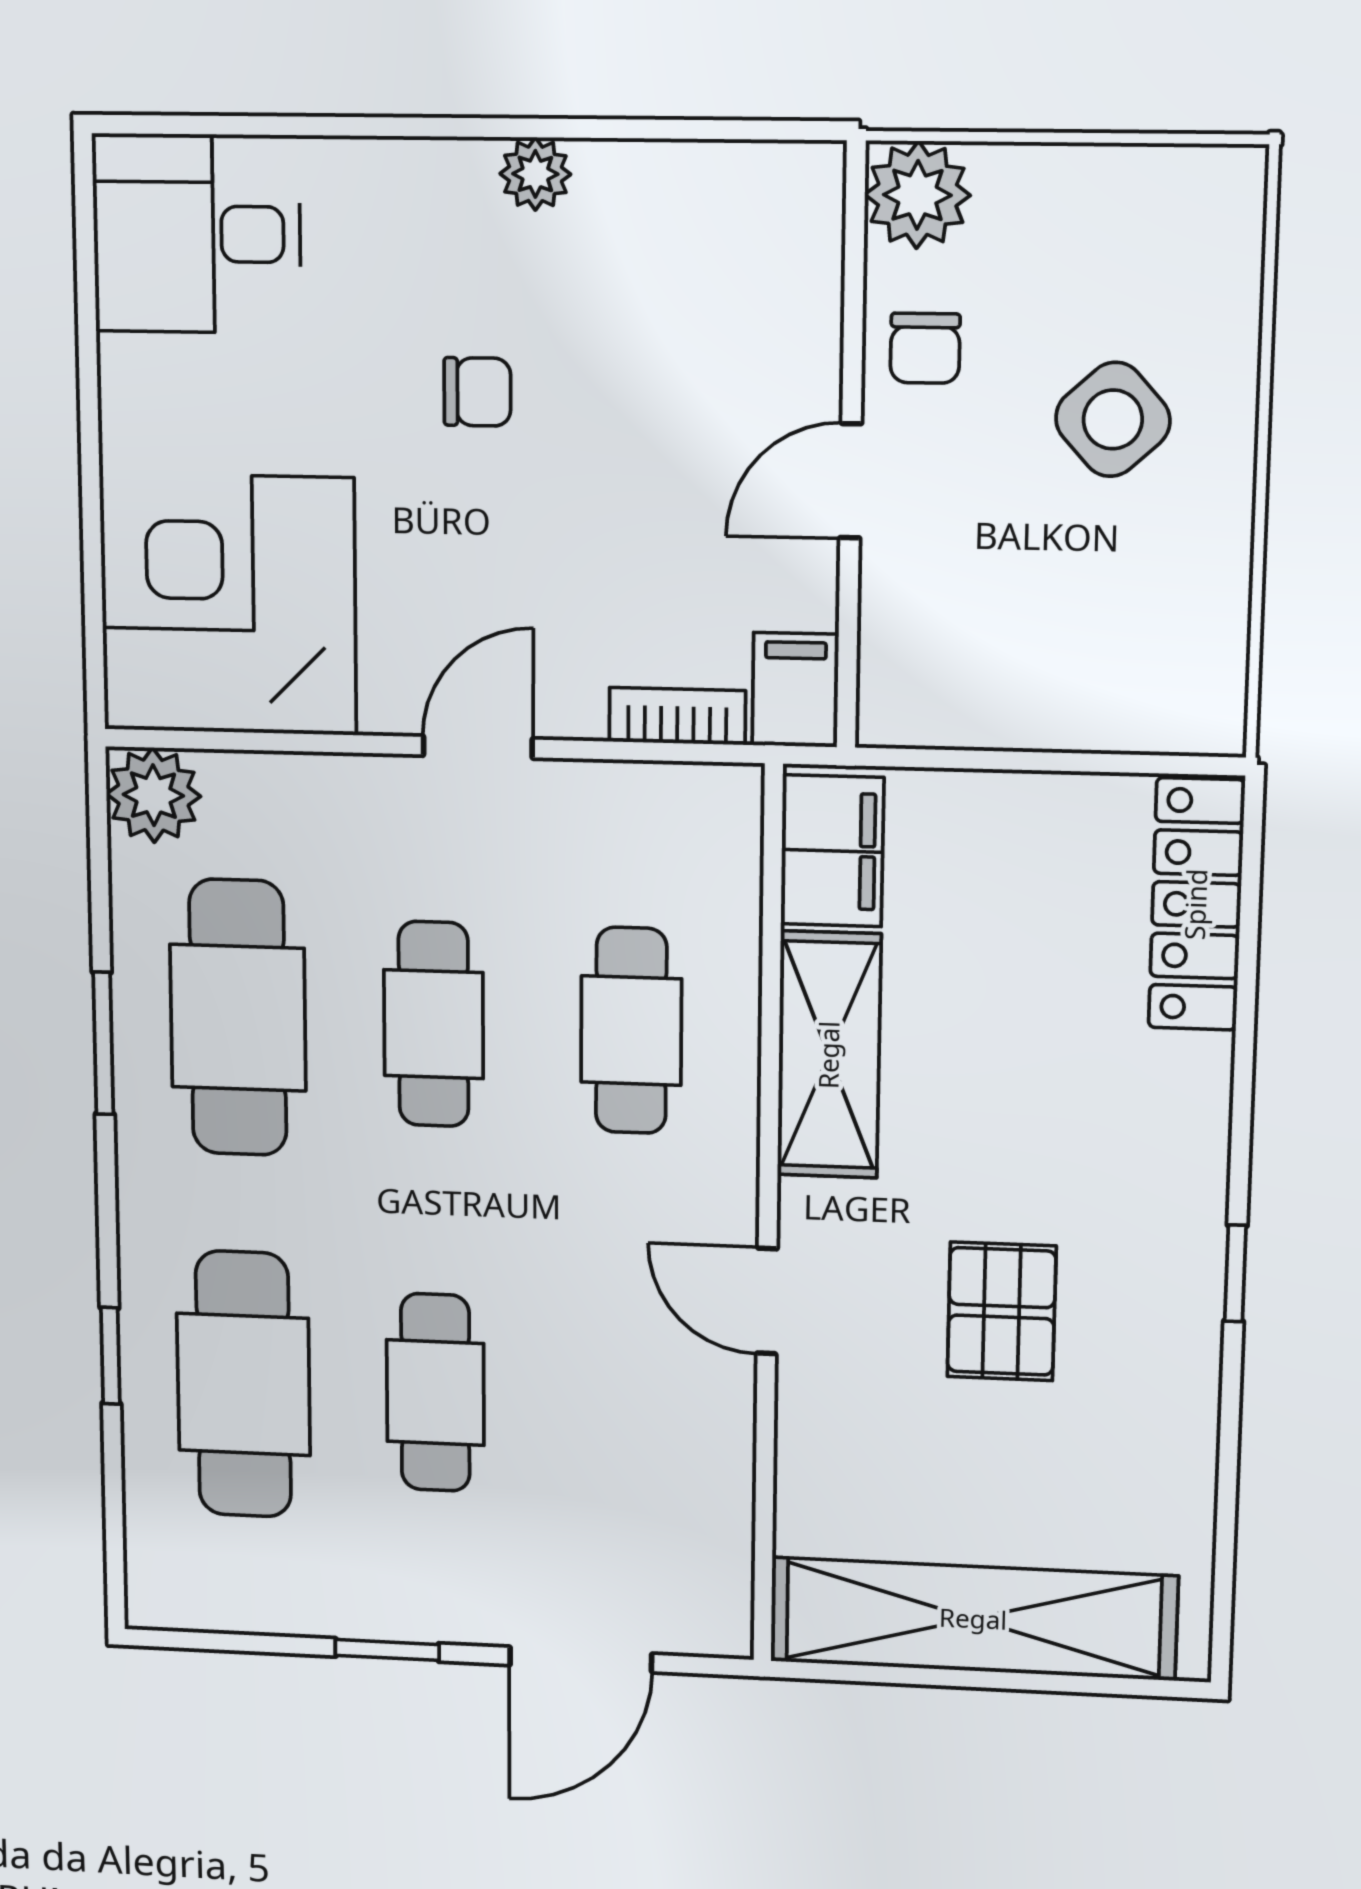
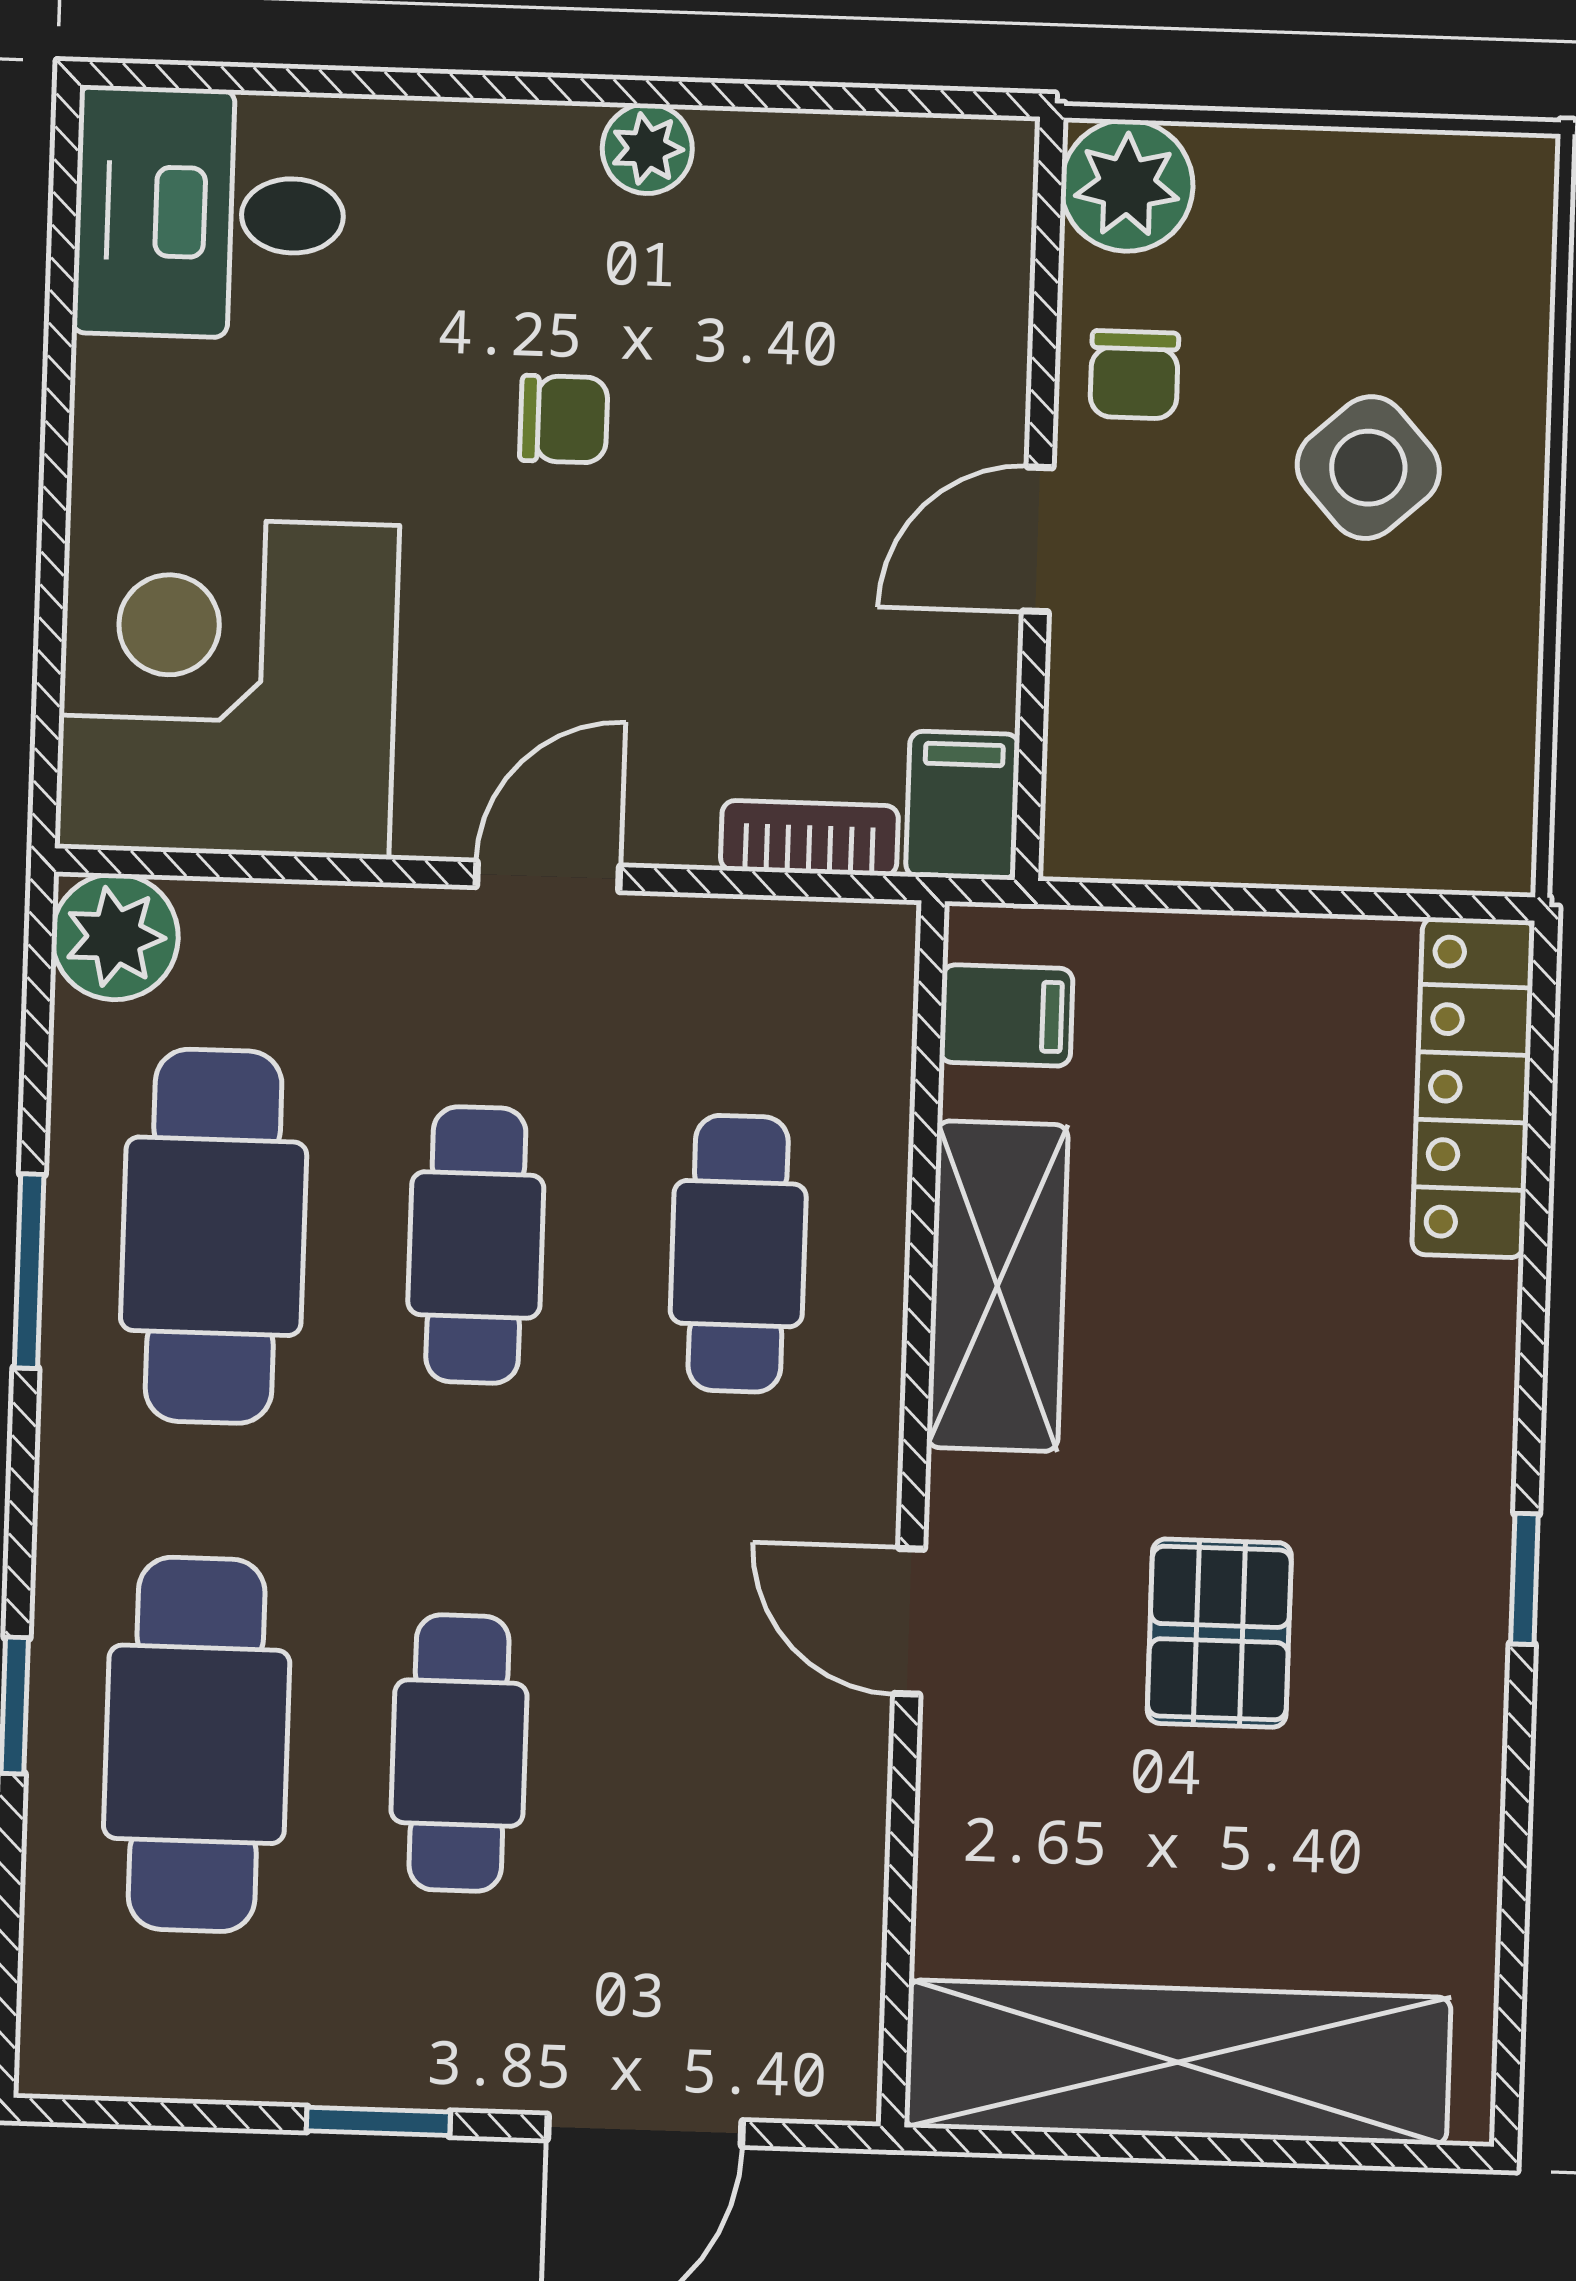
filing cabinet: (832, 851) -> (1006, 1015), width x0.50

